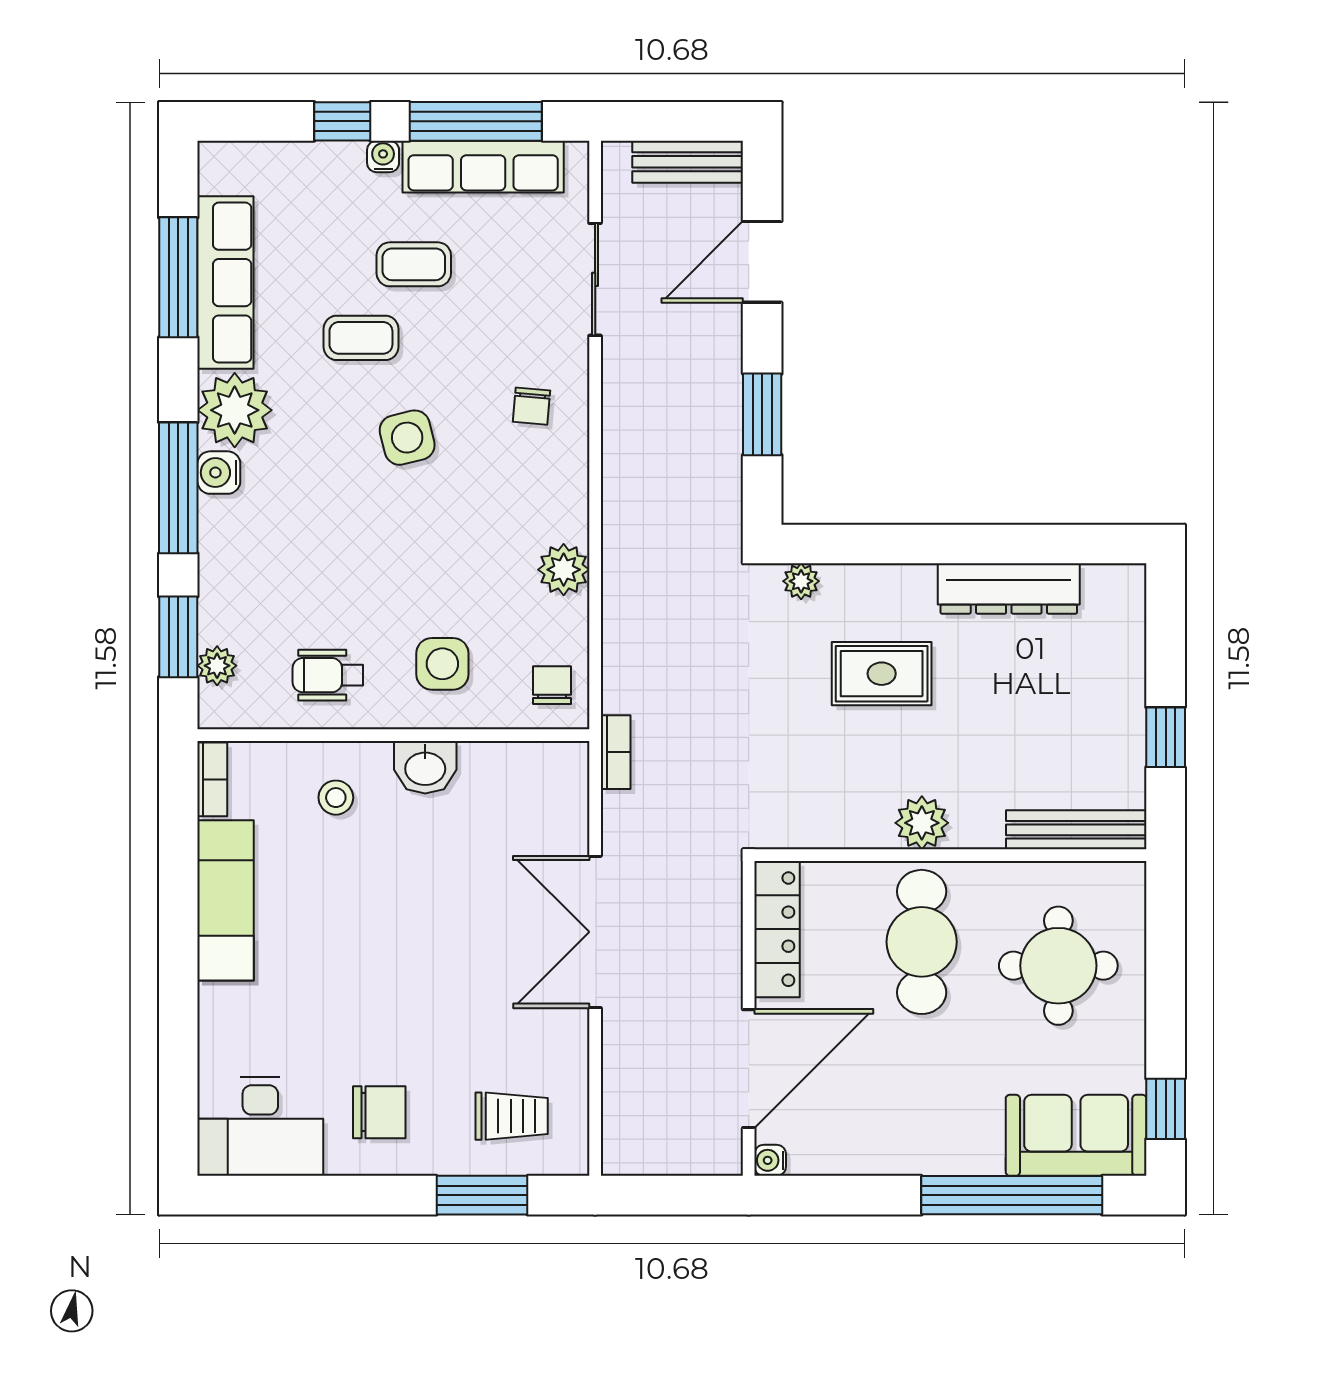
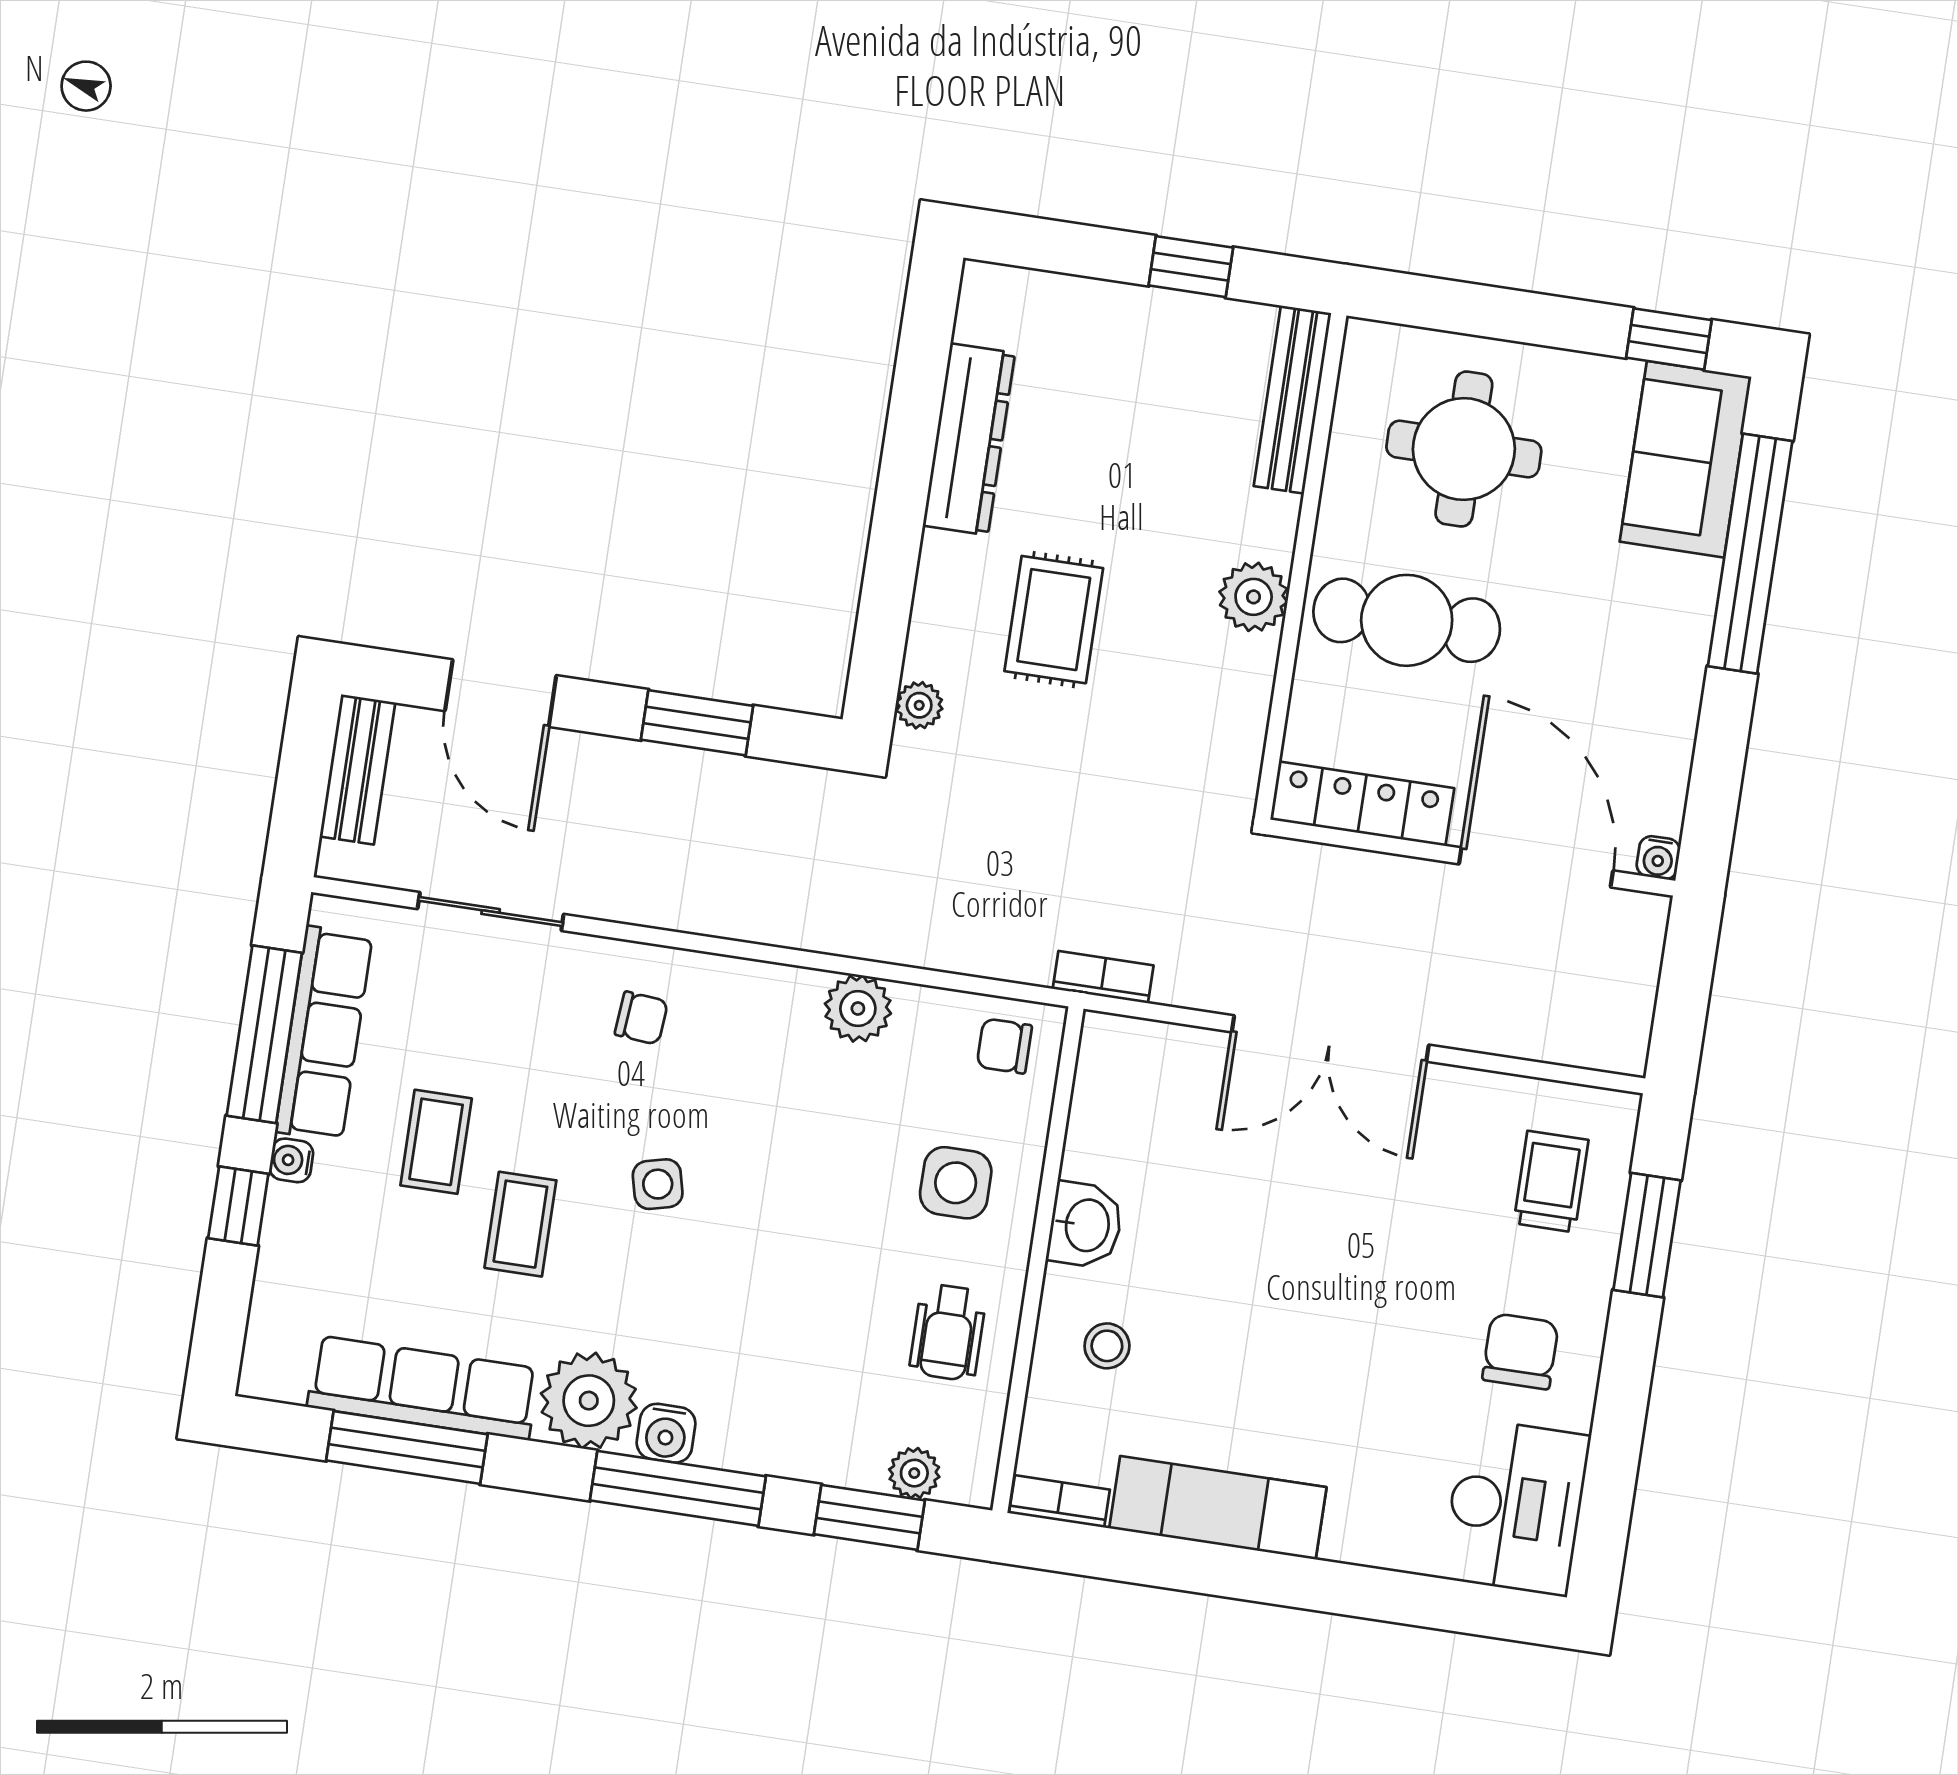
side table: (407, 438) -> (658, 1184), width x0.73, depth x0.73

